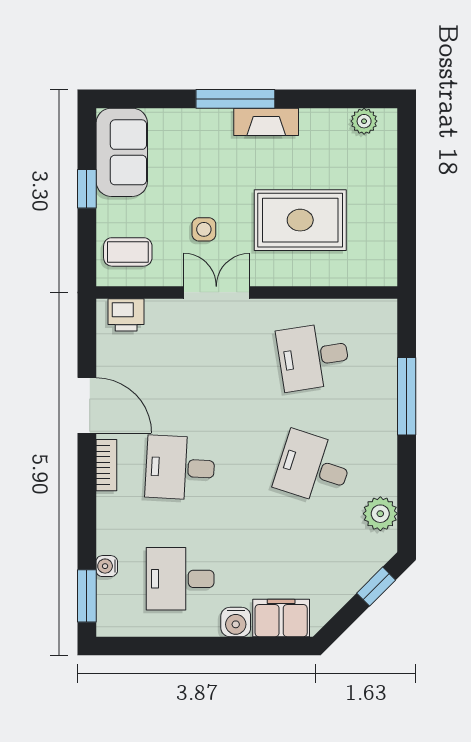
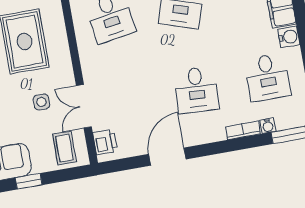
double door: (216, 292) -> (84, 106), moved
bookcase: (106, 465) -> (243, 130), moved

